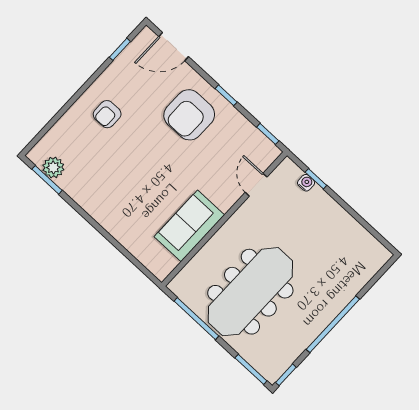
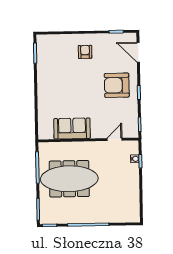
armchair: (107, 114) -> (85, 52), turned 90
plant: (53, 167) -> (43, 51), removed

